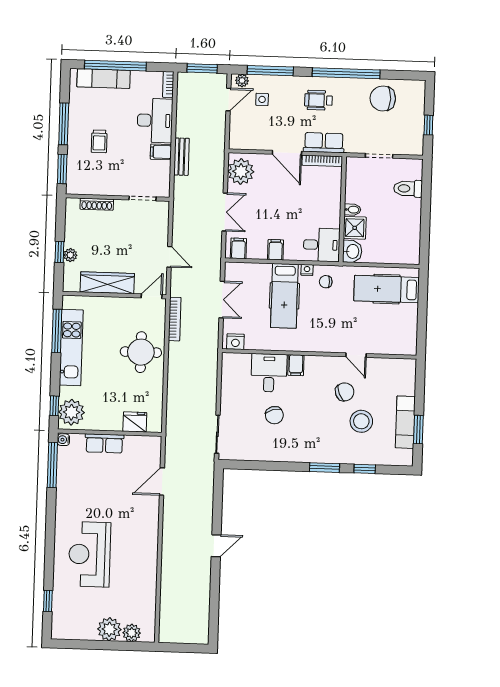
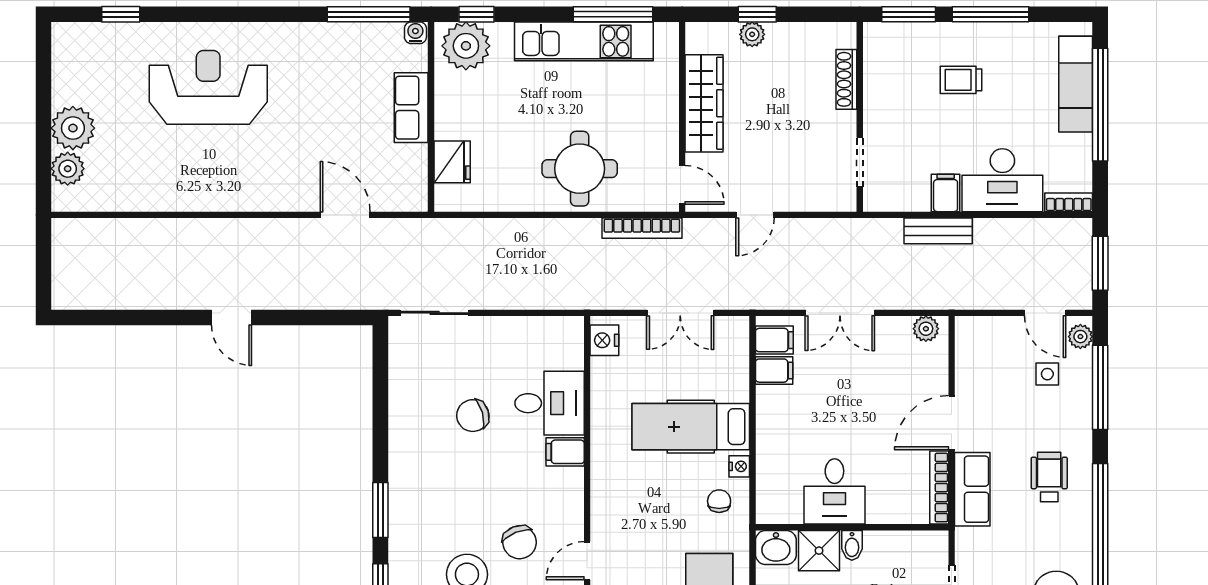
plant: (241, 171) -> (926, 329), width x0.53, depth x0.53
desk: (322, 245) -> (834, 491), moved
filing cabinet: (276, 250) -> (774, 371), moved

